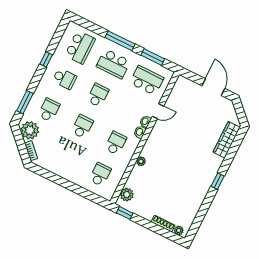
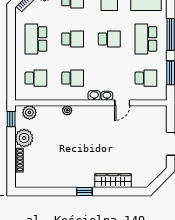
school desk: (147, 80) -> (146, 78), width x0.54
door: (158, 111) -> (122, 103), hinge flipped
wardrobe: (227, 140) -> (113, 181), moved
school desk: (67, 158) -> (36, 39), added
plant: (179, 231) -> (24, 138), moved, width x1.88, depth x1.88

